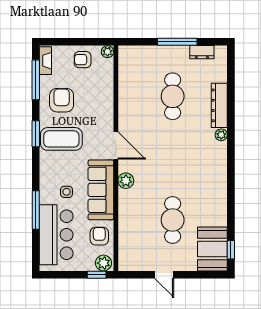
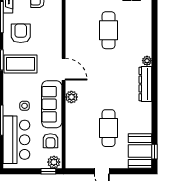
dresser: (219, 105) -> (145, 84), moved
armchair: (99, 236) -> (50, 141), turned 180

